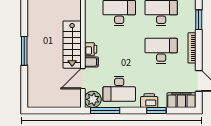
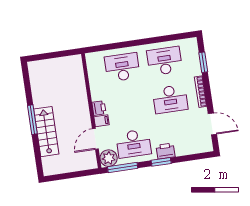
stairs: (72, 45) -> (46, 132), moved, turned 180
desk: (161, 51) -> (170, 99), turned 180
filing cabinet: (181, 100) -> (198, 146), removed
window: (156, 111) -> (161, 162), moved

